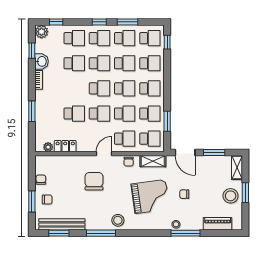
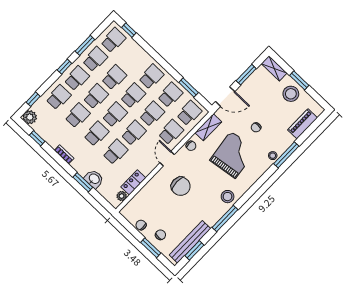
washbasin: (42, 61) -> (94, 179), moved
school desk: (150, 63) -> (96, 134), moved
chair: (94, 181) -> (181, 186), turned 180

